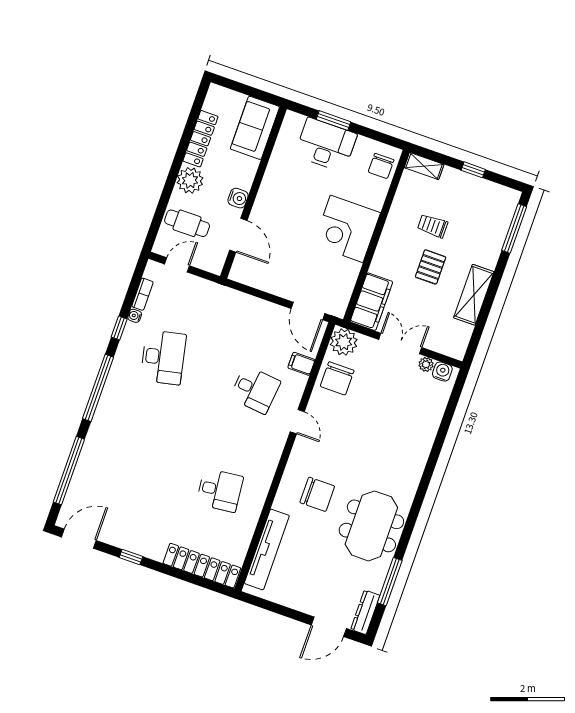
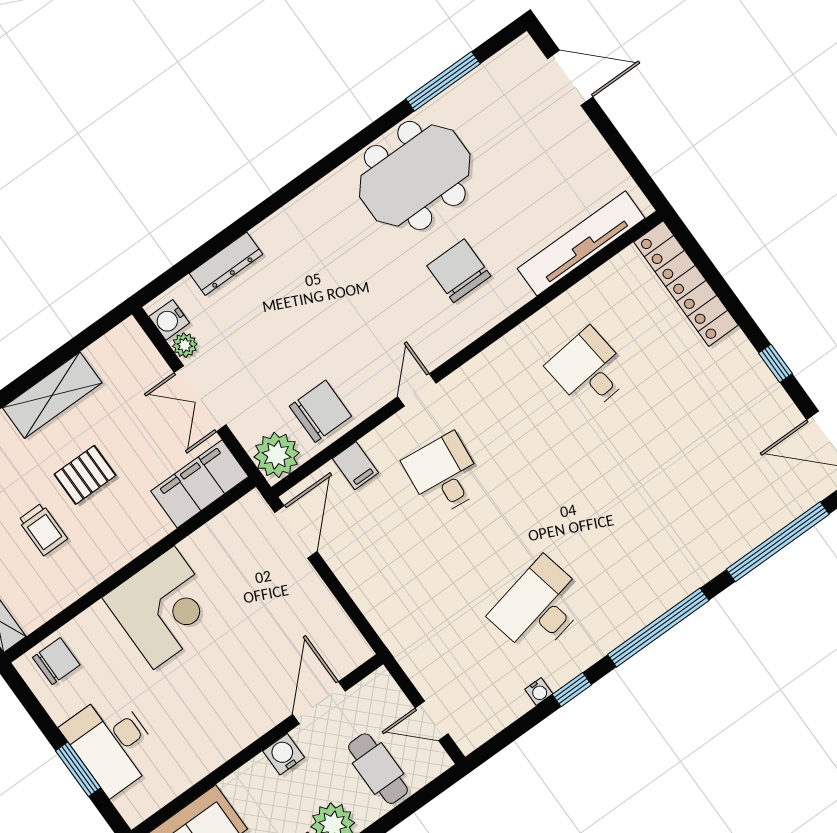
bookcase: (142, 294) -> (507, 714), removed
dresser: (365, 612) -> (226, 264), moved

